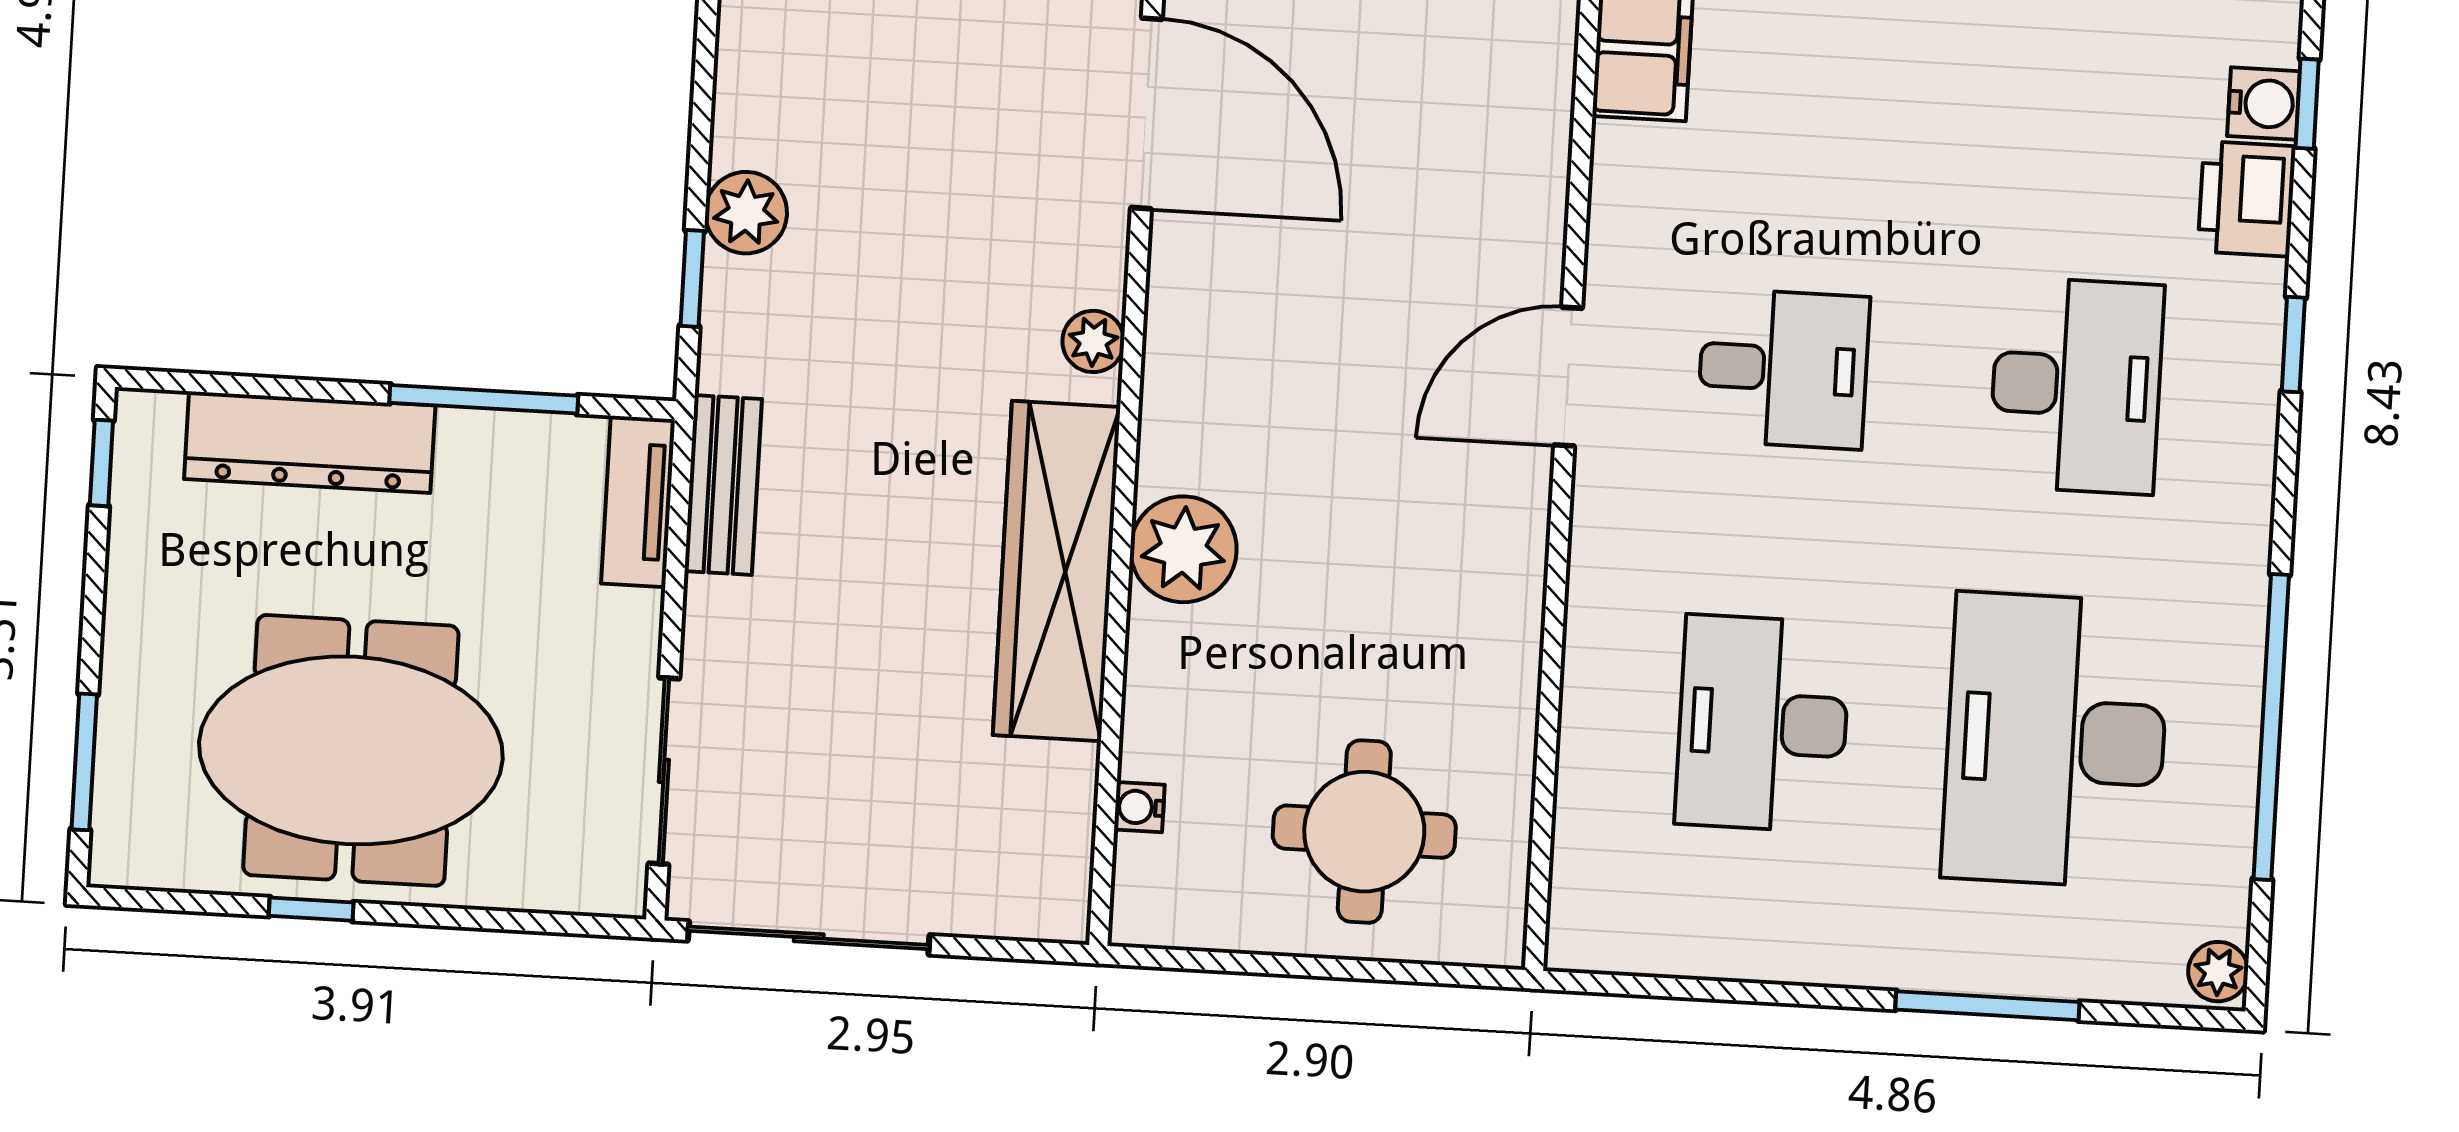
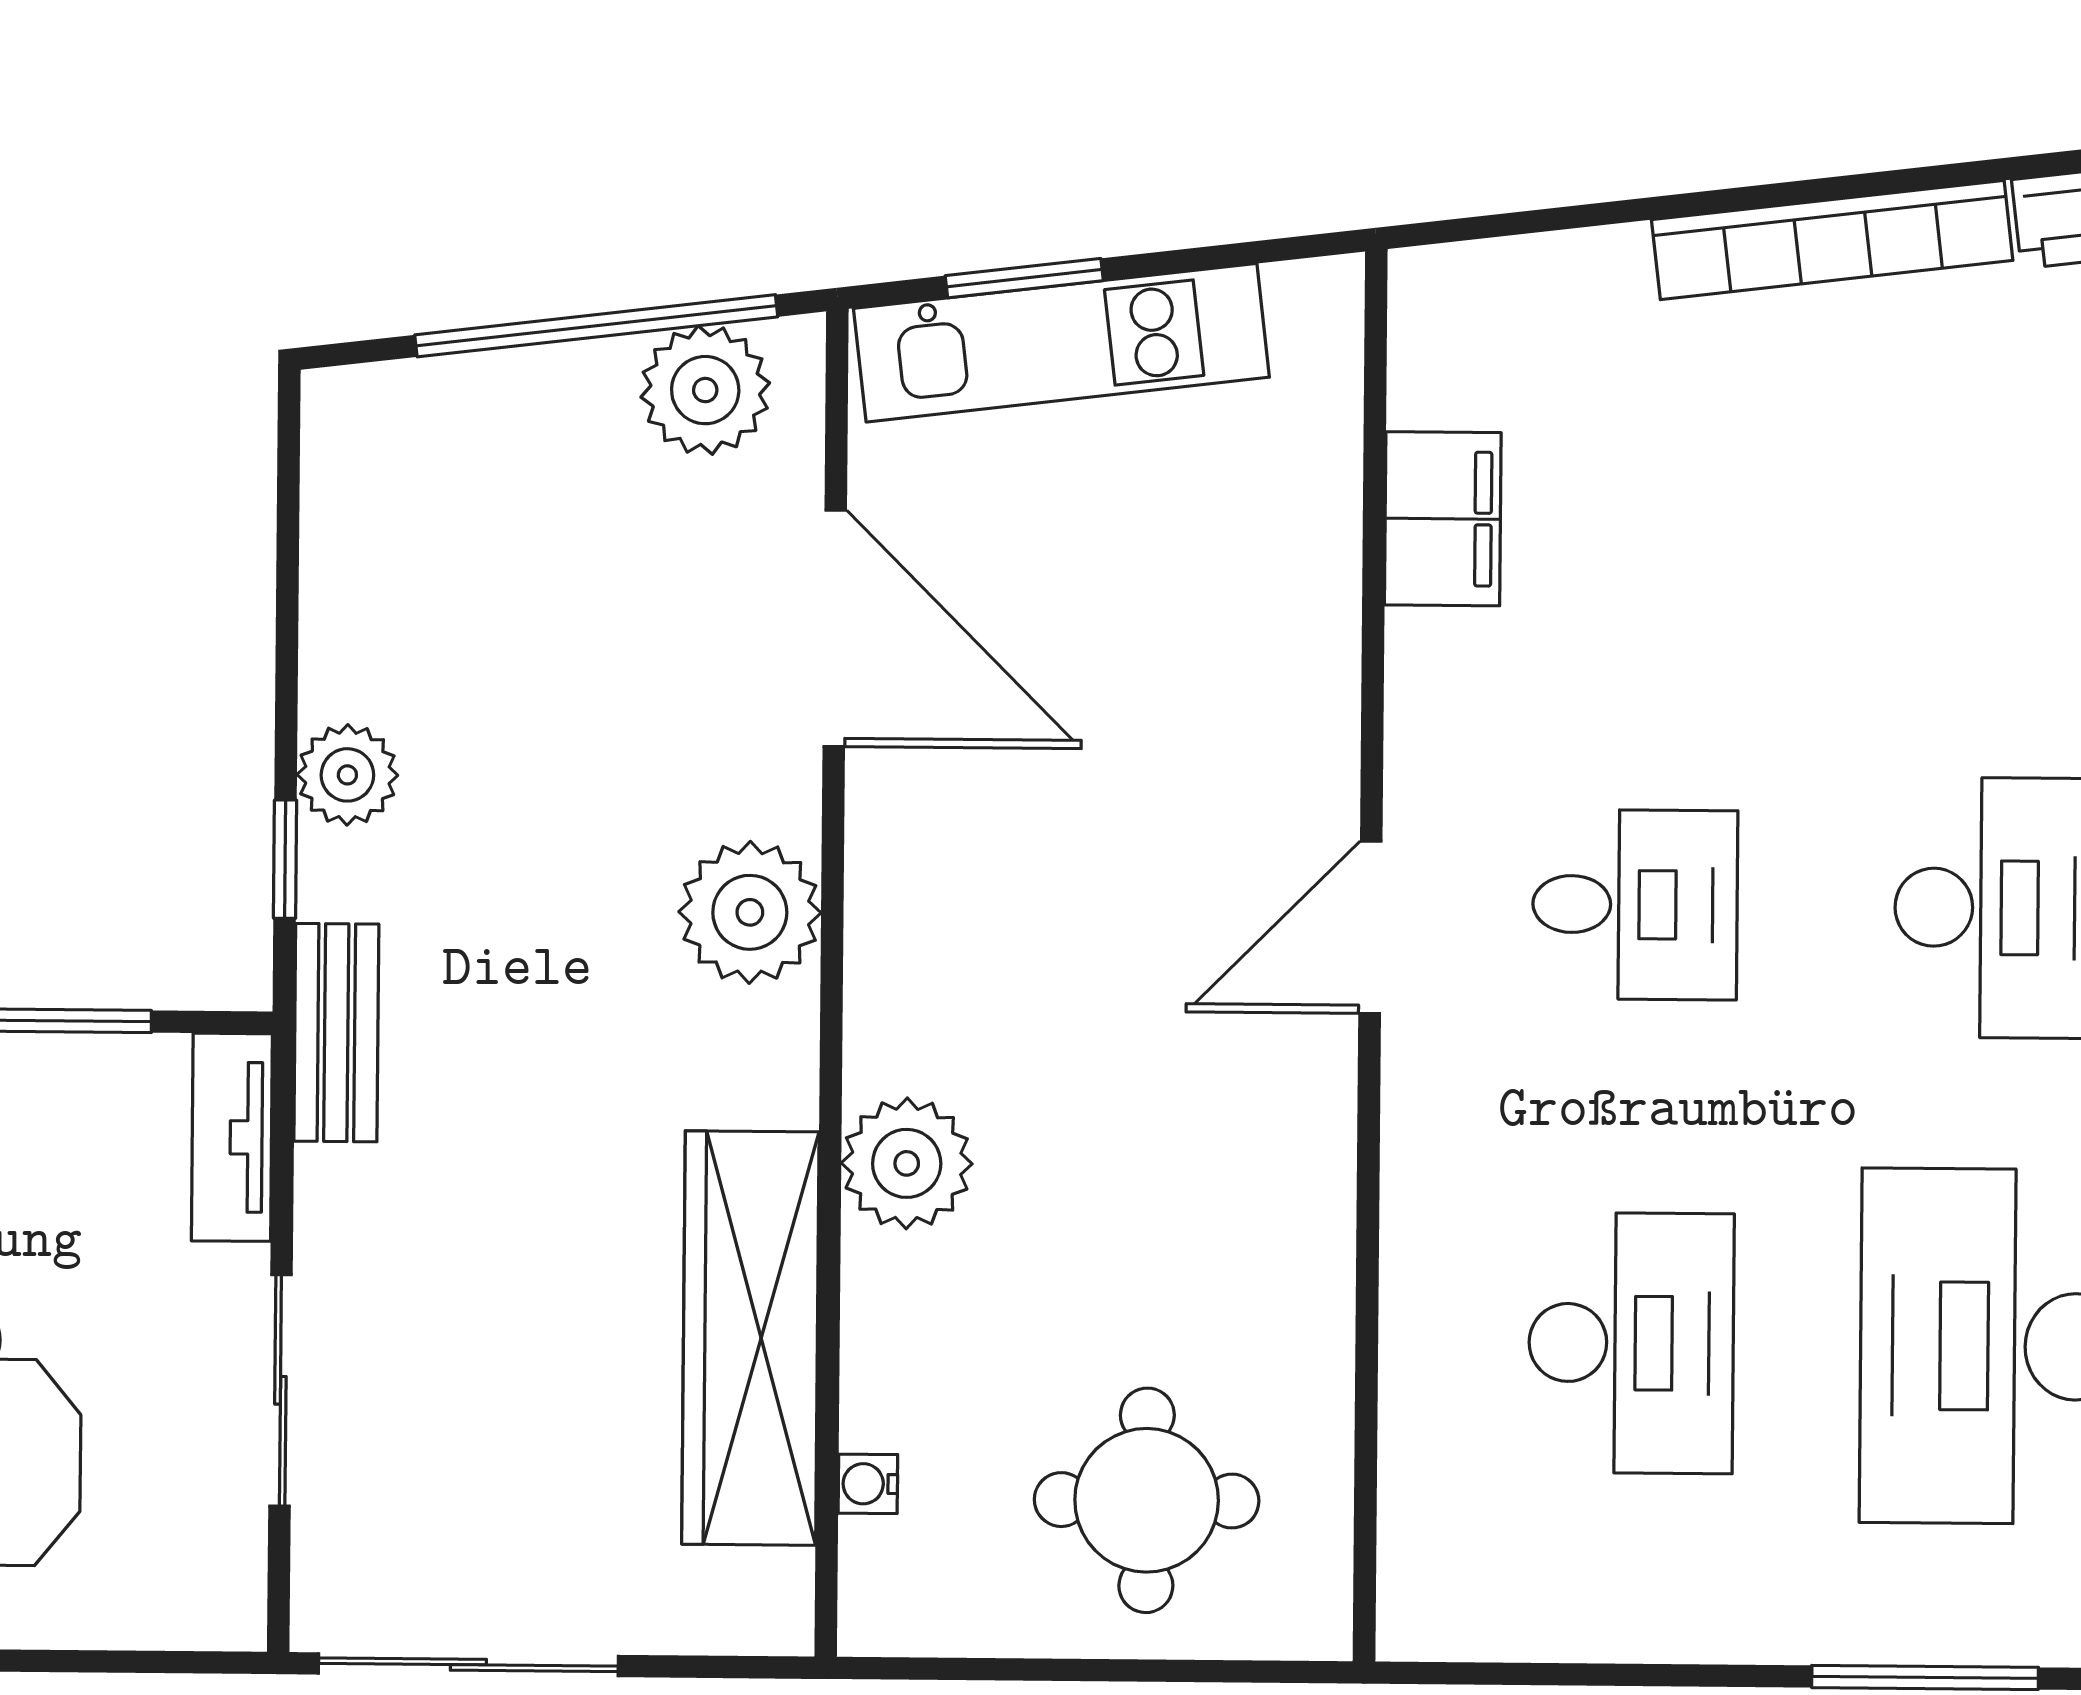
plant: (1093, 341) -> (750, 912), width x1.88, depth x1.88
bench: (723, 485) -> (336, 1033), moved
wardrobe: (1057, 571) -> (750, 1338), moved
desk: (1763, 723) -> (1631, 1343), turned 180
sliding door: (664, 771) -> (280, 1390), moved

